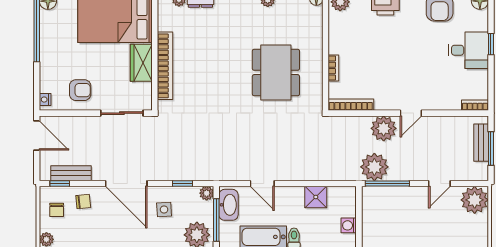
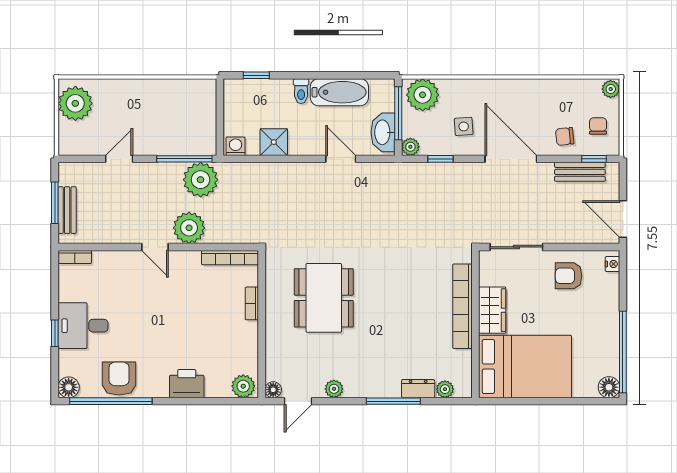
door: (411, 113) -> (155, 247), swing flipped
plant: (475, 200) -> (75, 103), moved
washing machine: (349, 225) -> (236, 146), moved, turned -90

